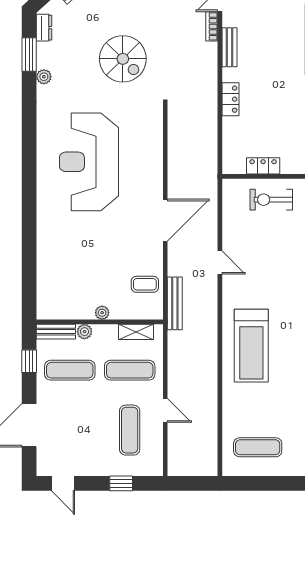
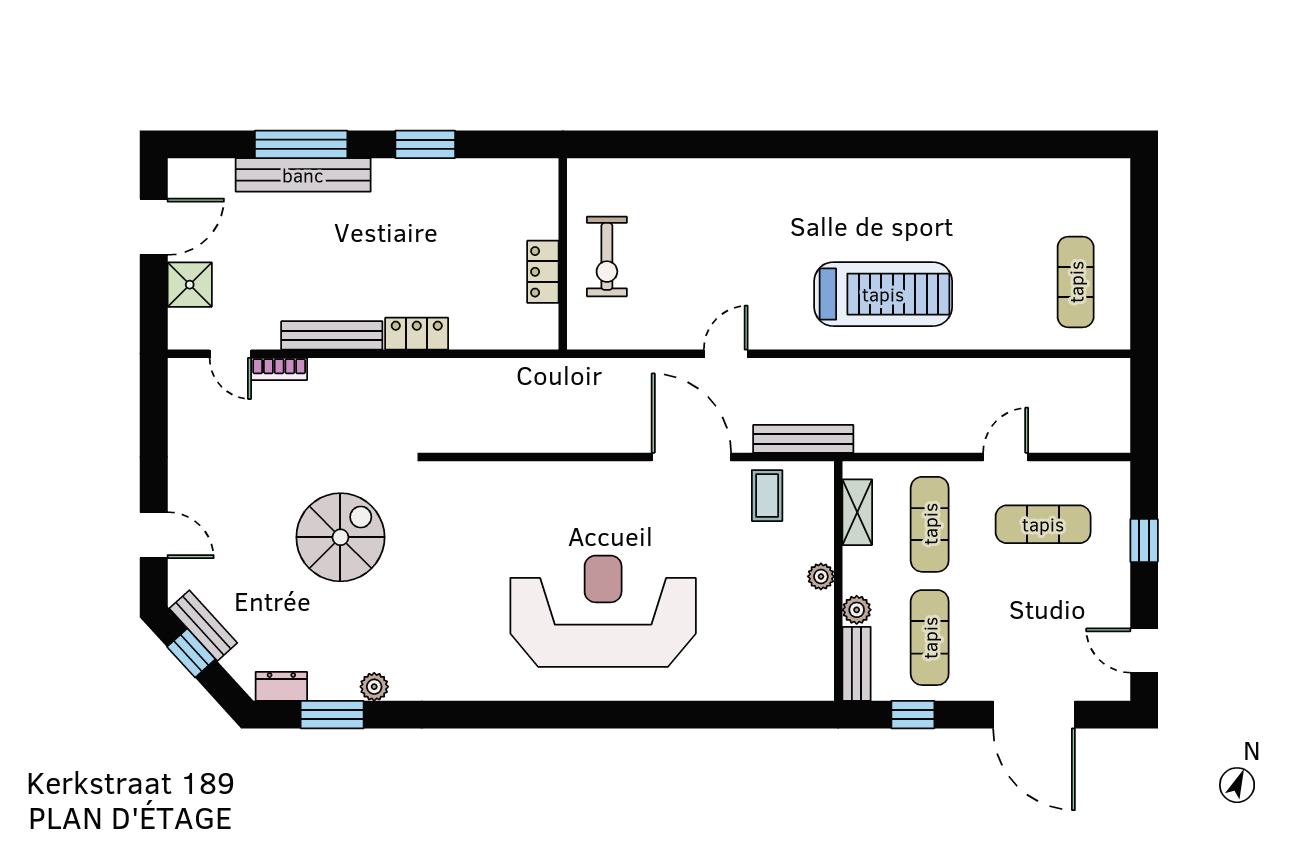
bench: (230, 47) -> (332, 335), width x1.36
reception desk: (89, 162) -> (603, 611), moved, turned 180
door: (165, 220) -> (691, 457), moved
door: (63, 483) -> (1144, 650), swing flipped

